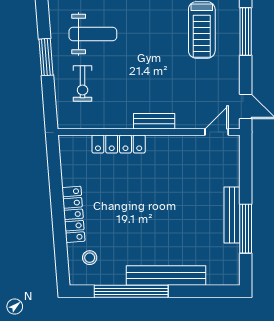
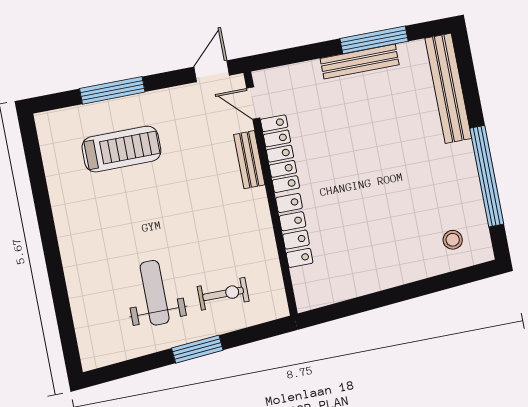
bench: (154, 121) -> (249, 160), moved
locker: (73, 214) -> (280, 154), moved, turned 94
bench: (166, 276) -> (448, 88), moved

